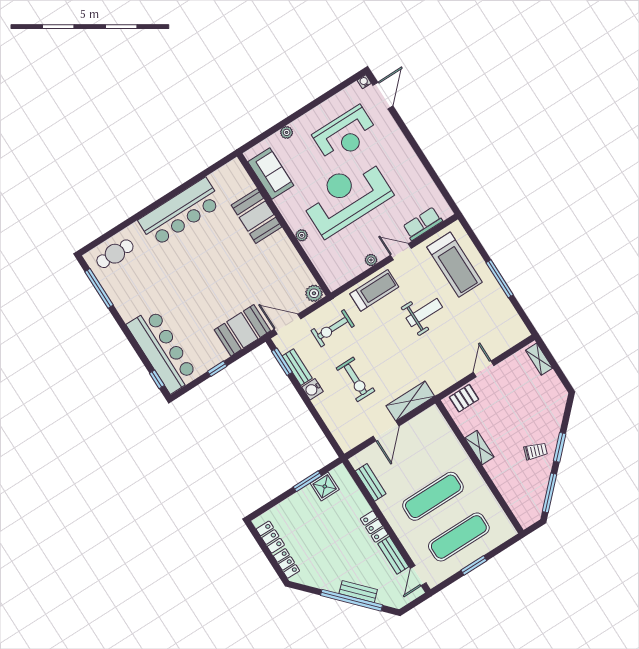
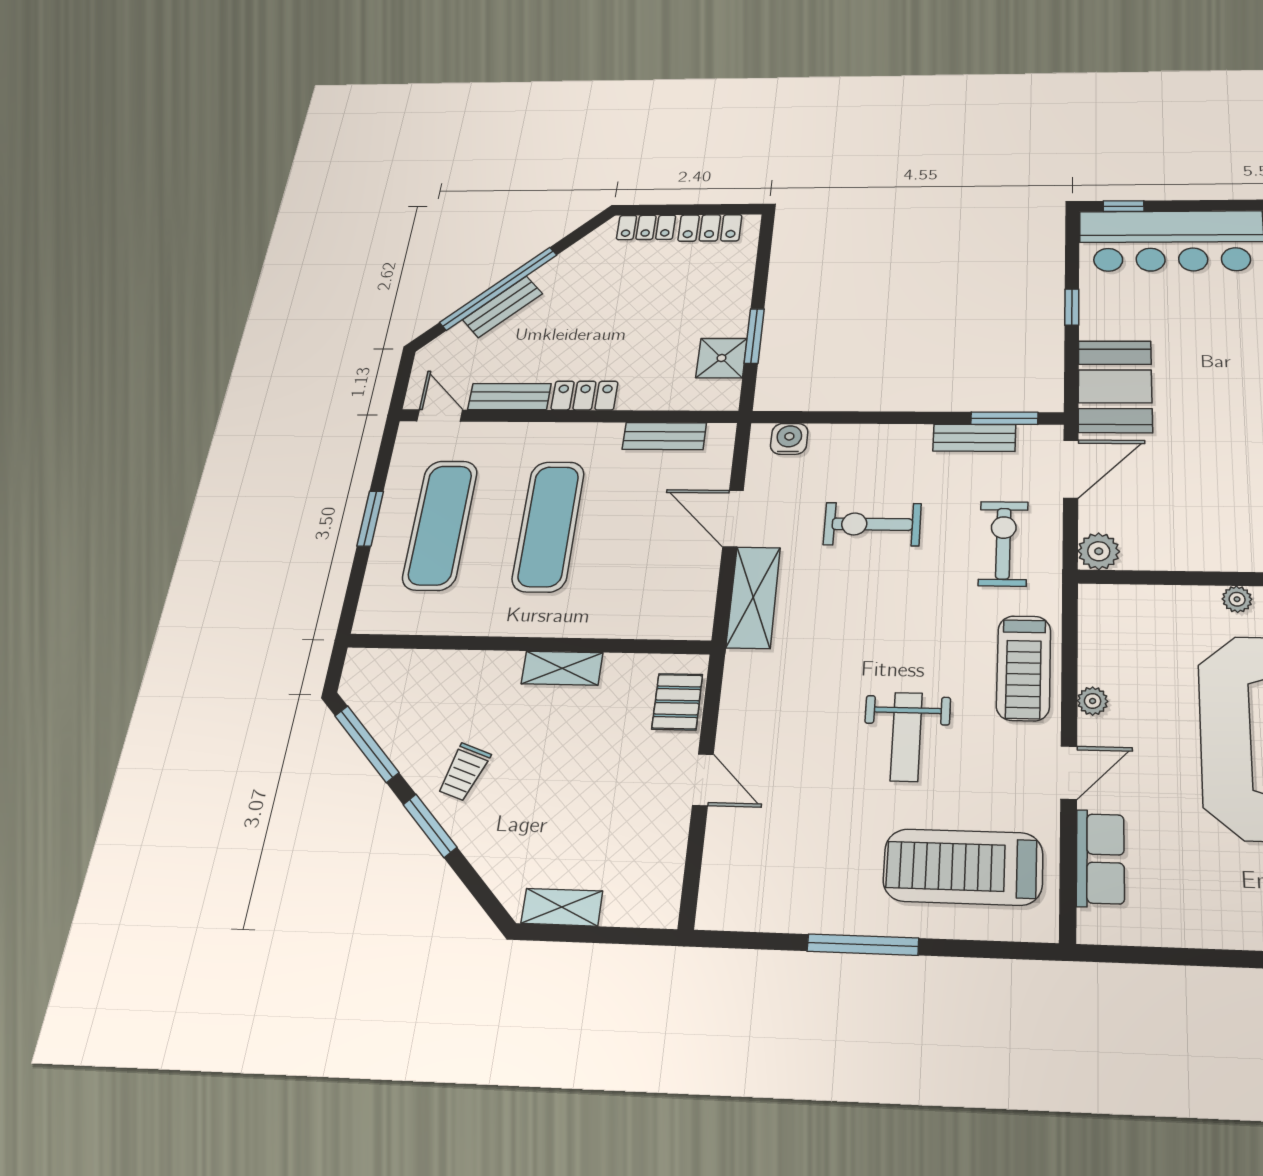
shelving: (539, 359) -> (562, 907), moved
water cooler: (312, 389) -> (789, 439), moved

